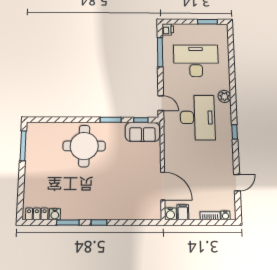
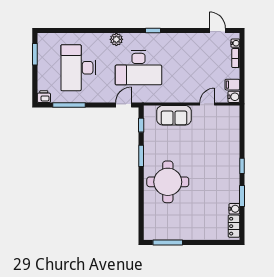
desk: (198, 117) -> (138, 68), turned 180
sofa: (142, 132) -> (174, 115), moved, turned 90
door: (237, 183) -> (217, 31), moved
door: (163, 186) -> (207, 104), width x0.53

